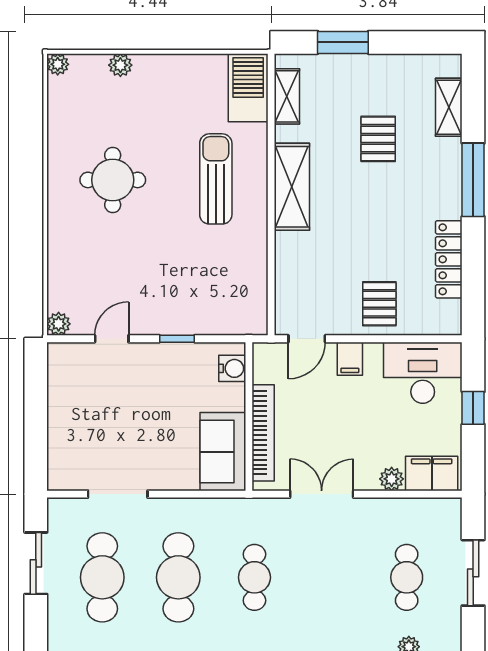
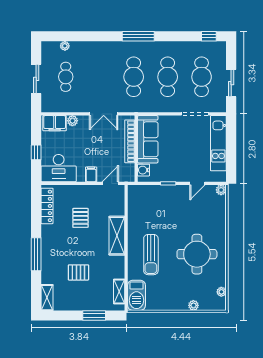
plant: (58, 64) -> (221, 292), moved
shelving: (449, 107) -> (47, 298), moved
pallet: (378, 139) -> (78, 272), turned 90
round table: (113, 180) -> (197, 254), width x1.36, depth x1.36
shelving: (292, 187) -> (117, 236), moved
locker: (449, 259) -> (47, 206), moved
pallet: (379, 304) -> (80, 218), moved
kitchen unit: (64, 429) -> (218, 143), added
sofa: (223, 452) -> (148, 139), width x1.36
cafe table: (254, 577) -> (134, 77), width x1.37, depth x1.35

